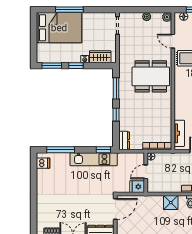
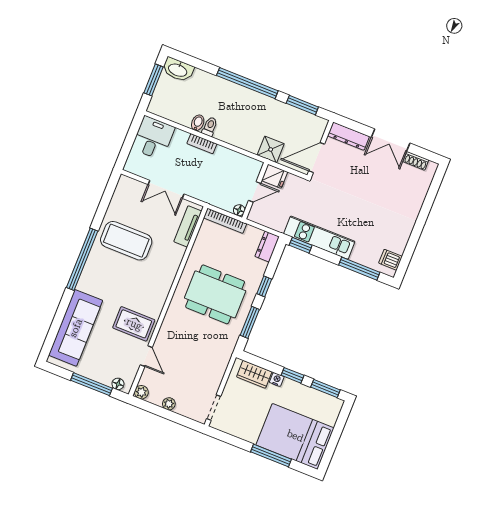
dining table: (151, 76) -> (215, 294), moved
shower: (171, 203) -> (271, 149), moved

